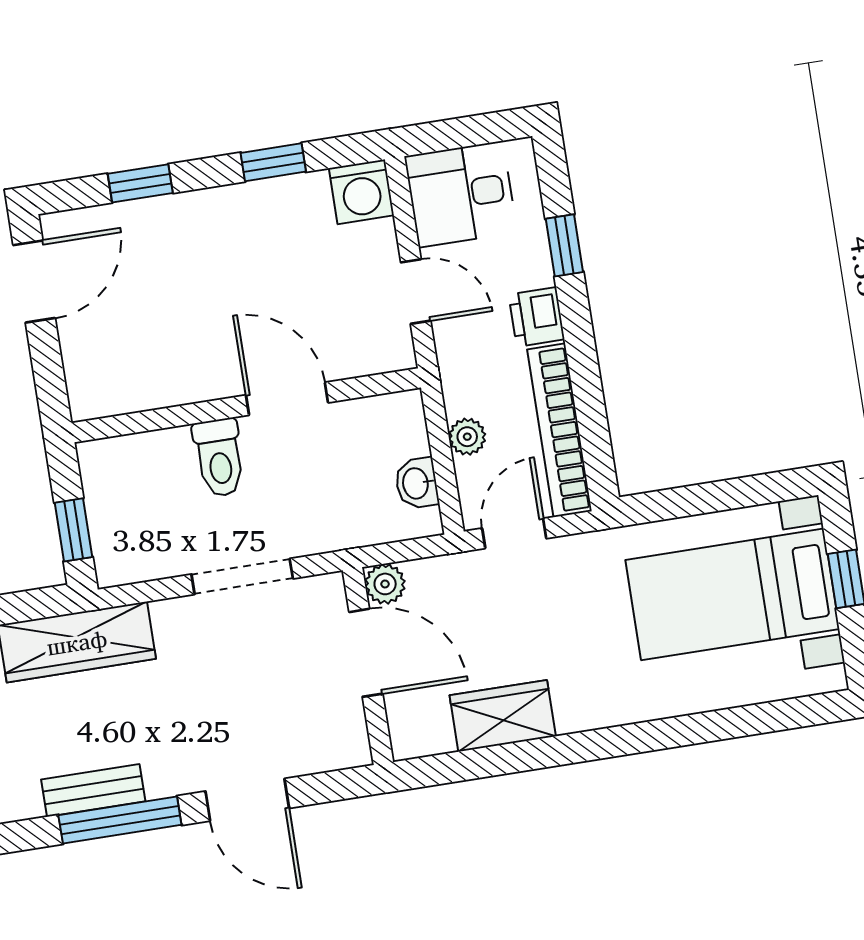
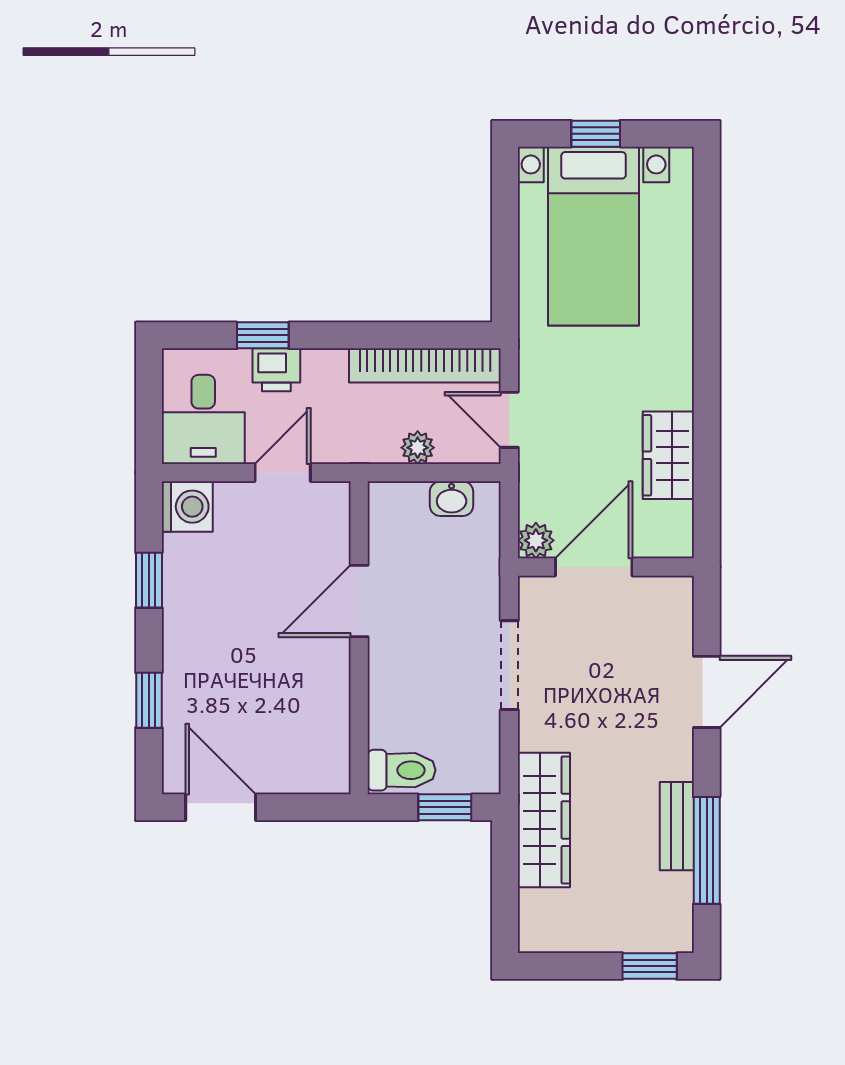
printer: (537, 317) -> (276, 370), moved
toilet: (219, 458) -> (402, 770), moved
window: (120, 820) -> (707, 850), moved

